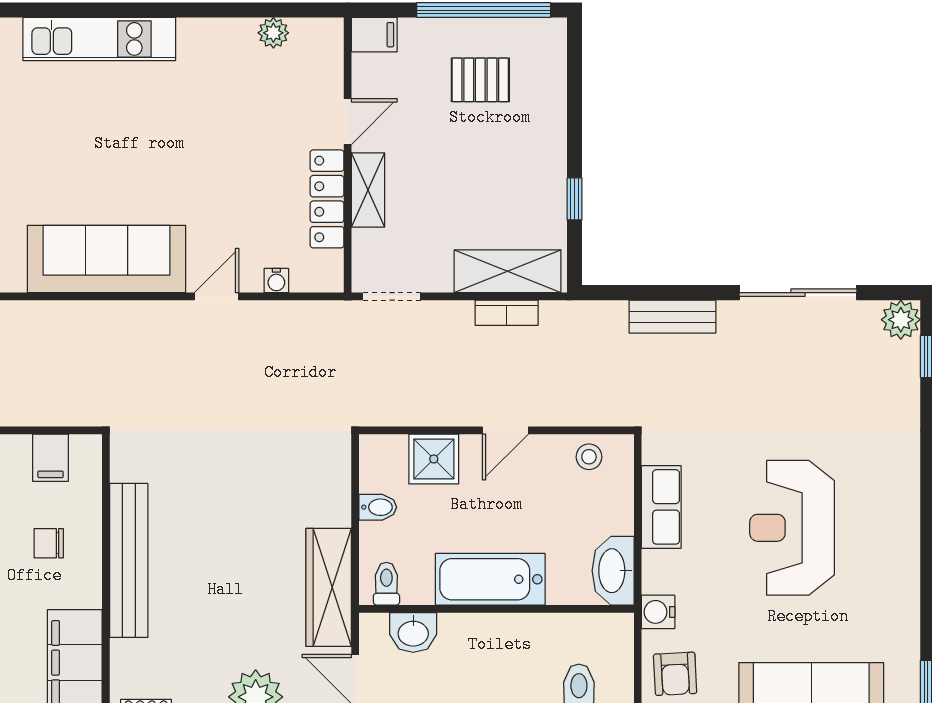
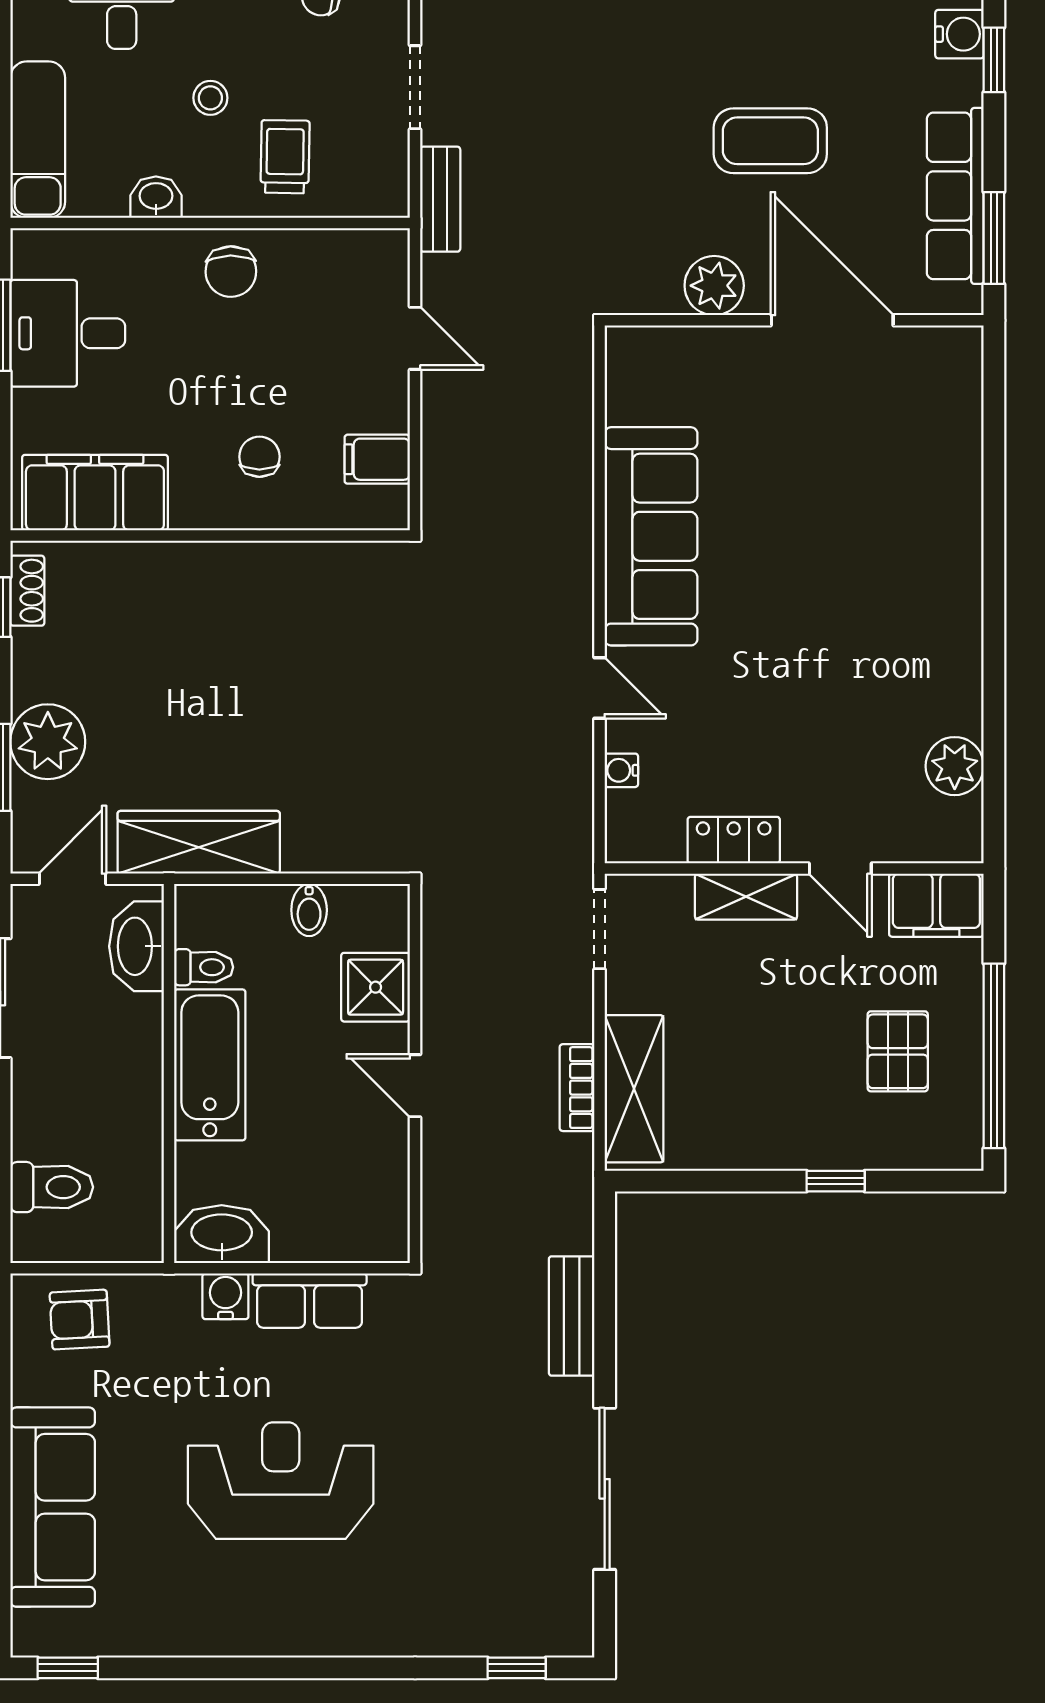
plant: (273, 33) -> (955, 766), width x1.38, depth x1.38
filing cabinet: (374, 35) -> (936, 905), width x2.00
kitchen unit: (99, 39) -> (954, 526), removed
locker: (327, 199) -> (734, 840), width x0.66
window: (575, 199) -> (836, 1181), moved
plant: (901, 320) -> (567, 1631), removed
stool: (589, 457) -> (379, 1201), removed
bench: (129, 560) -> (236, 567), removed
toilet: (386, 584) -> (204, 967), moved
water cooler: (658, 612) -> (225, 1296), moved
washbasin: (413, 632) -> (137, 946), width x1.38

